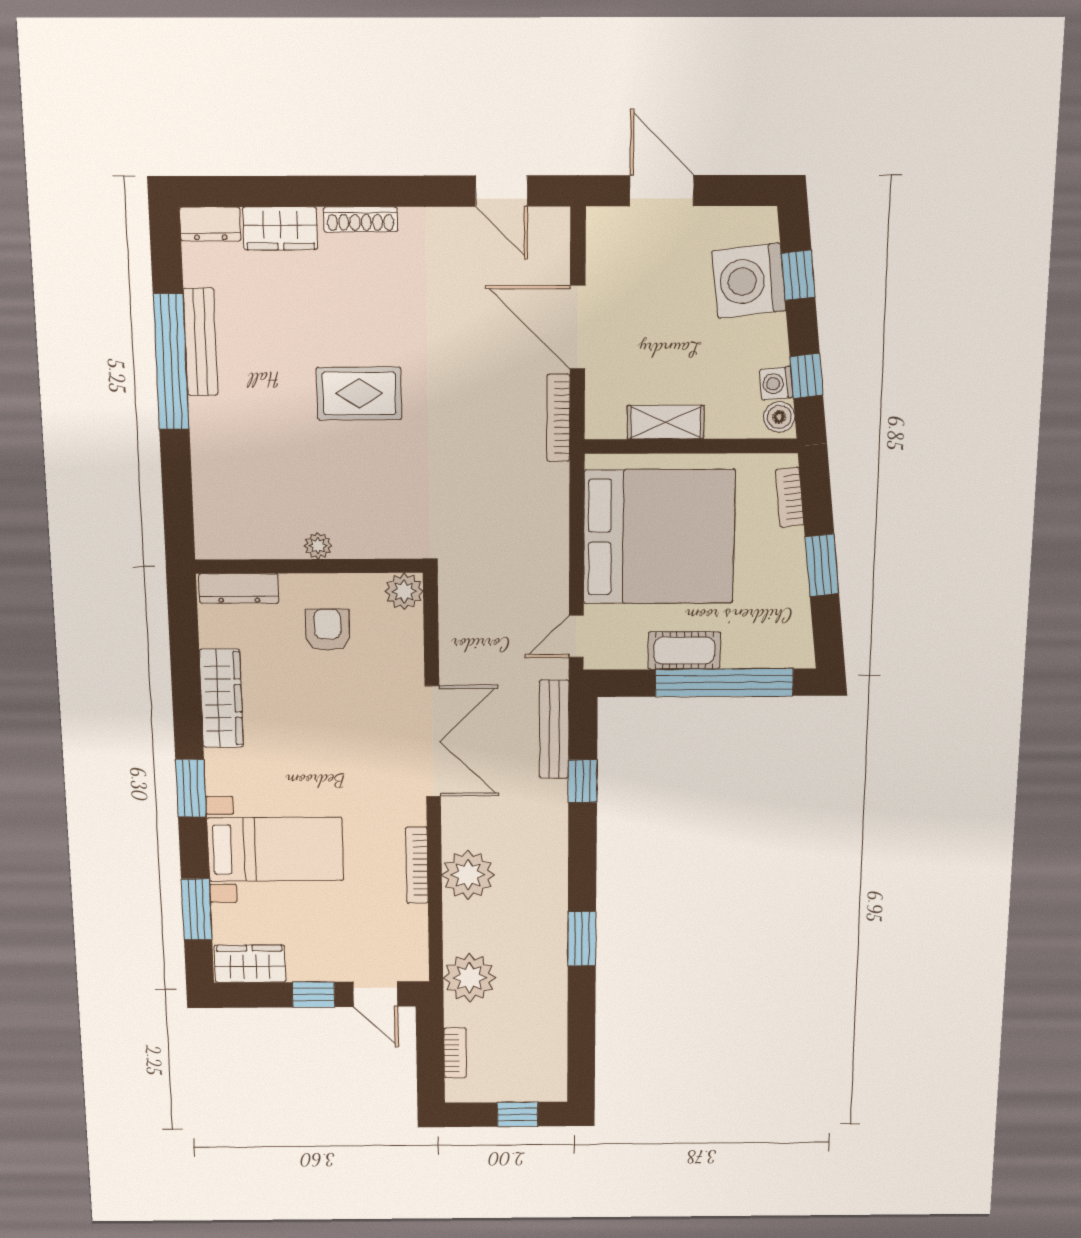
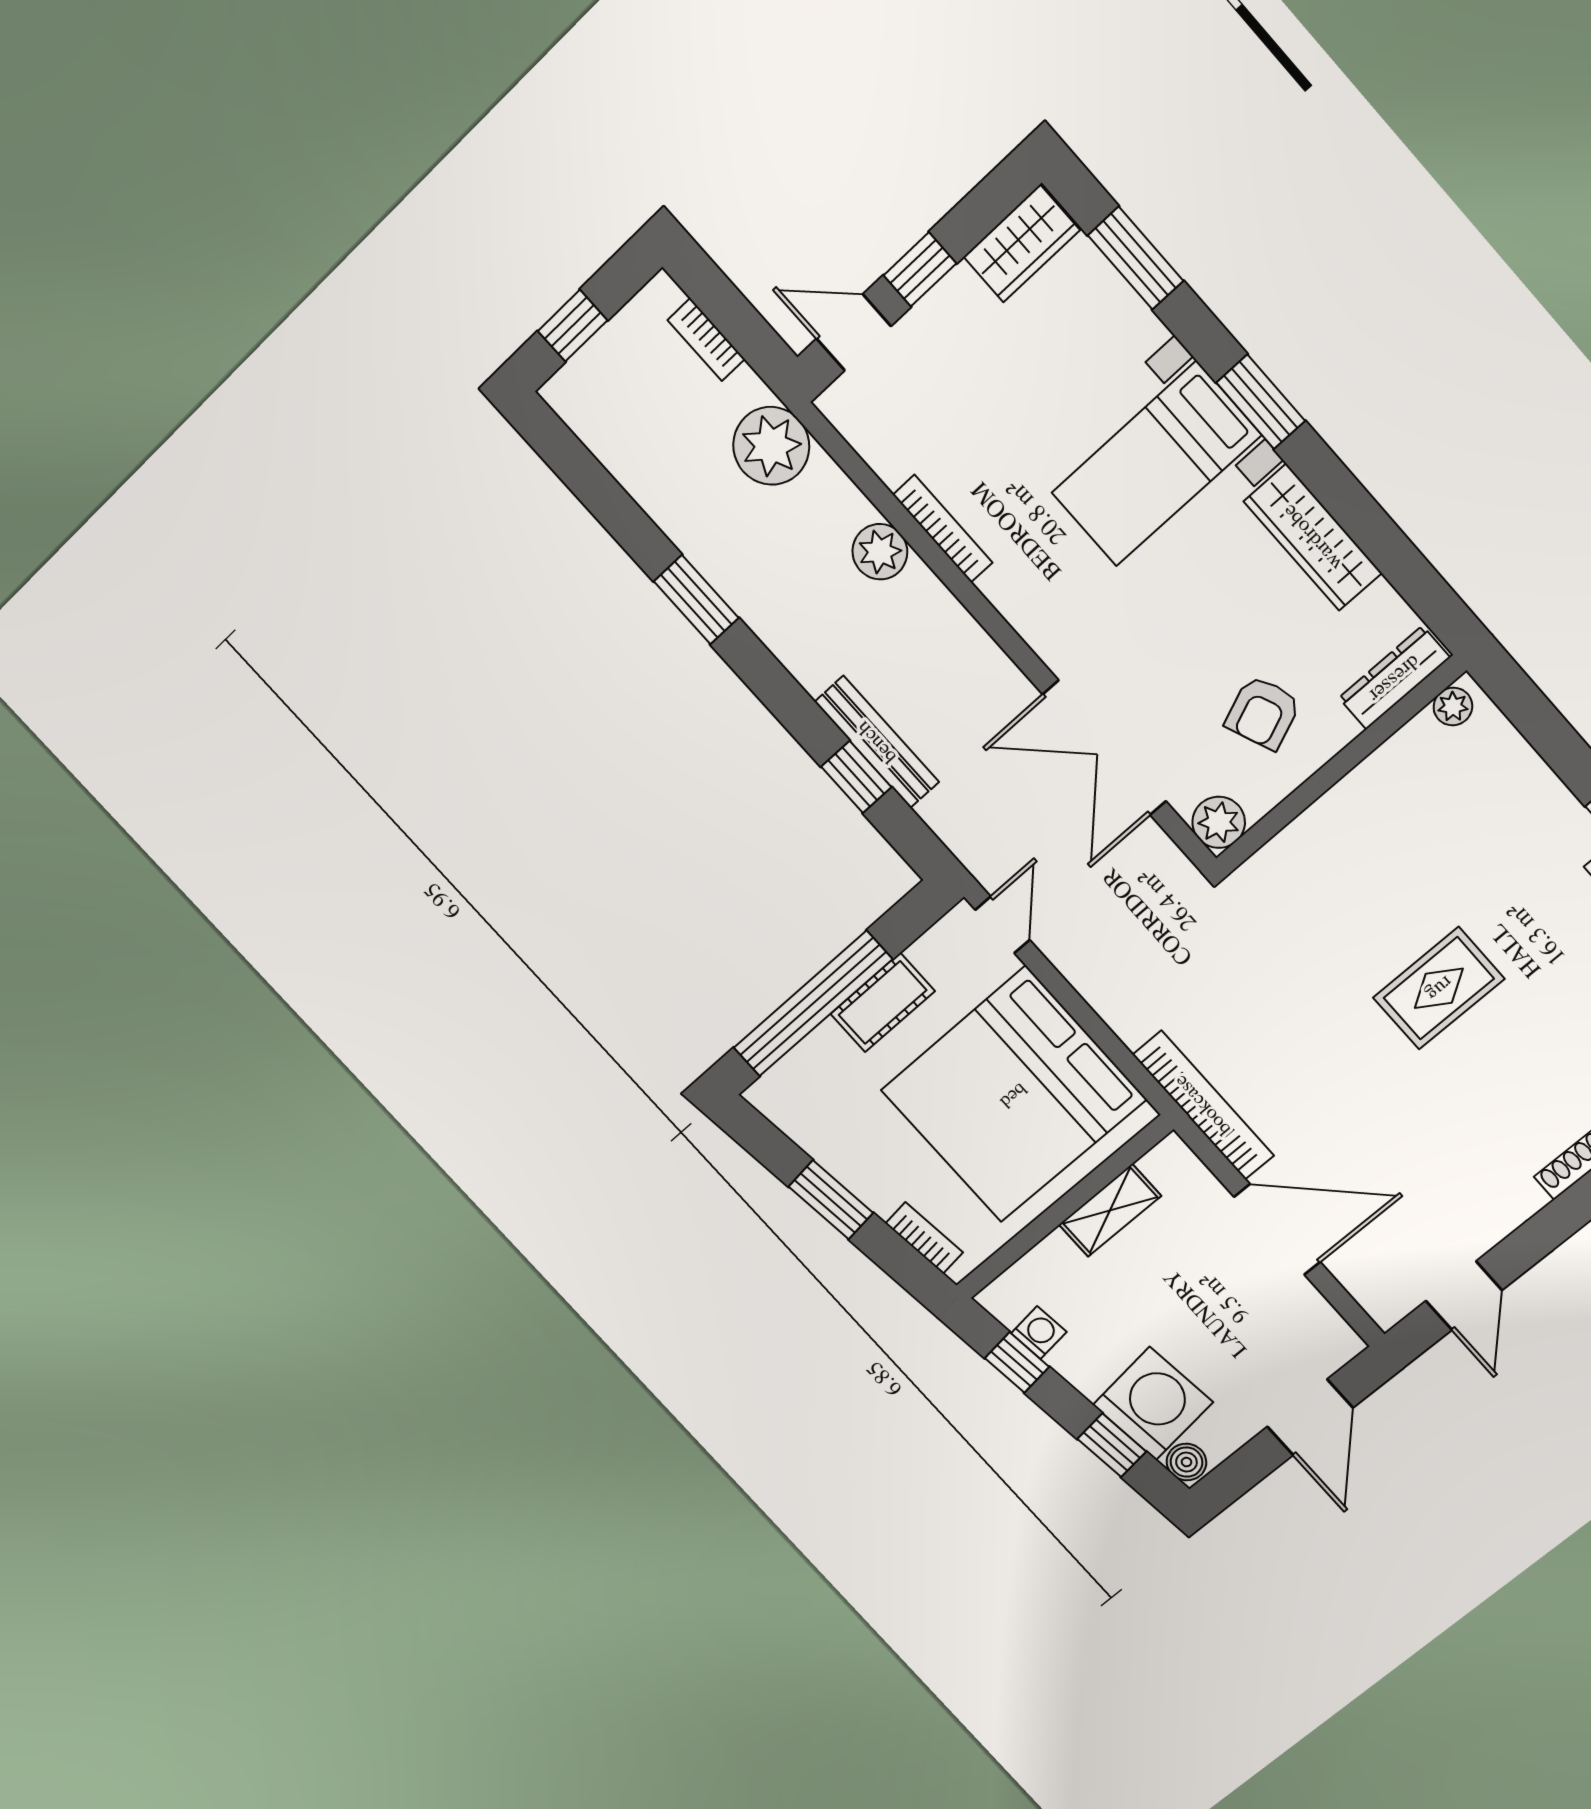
door: (501, 191) -> (1464, 1296), swing flipped
door: (662, 191) -> (1310, 1417), hinge flipped
boiler: (779, 417) -> (1186, 1462), moved
bookcase: (558, 418) -> (1203, 1105), width x1.48, depth x1.31
plant: (318, 546) -> (1453, 707), moved
armchair: (328, 630) -> (1263, 713), turned 68
bench: (554, 729) -> (877, 742), moved
double door: (433, 741) -> (1104, 748), moved
bed with nightstands: (275, 849) -> (1156, 464), moved
plant: (468, 875) -> (880, 552), width x0.73, depth x0.73

